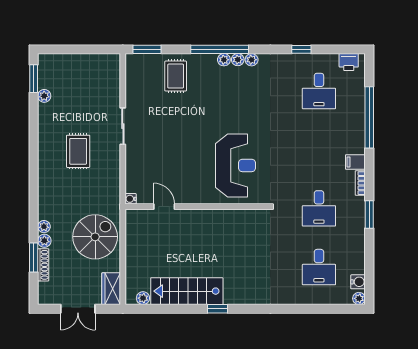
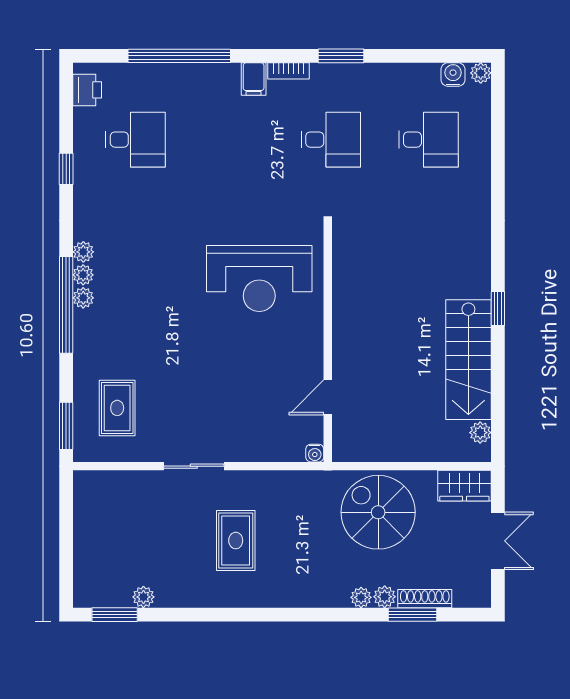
rug: (176, 76) -> (117, 408), moved, turned 90
rug: (78, 151) -> (236, 541), turned 90
reception desk: (235, 165) -> (259, 279), turned 180

